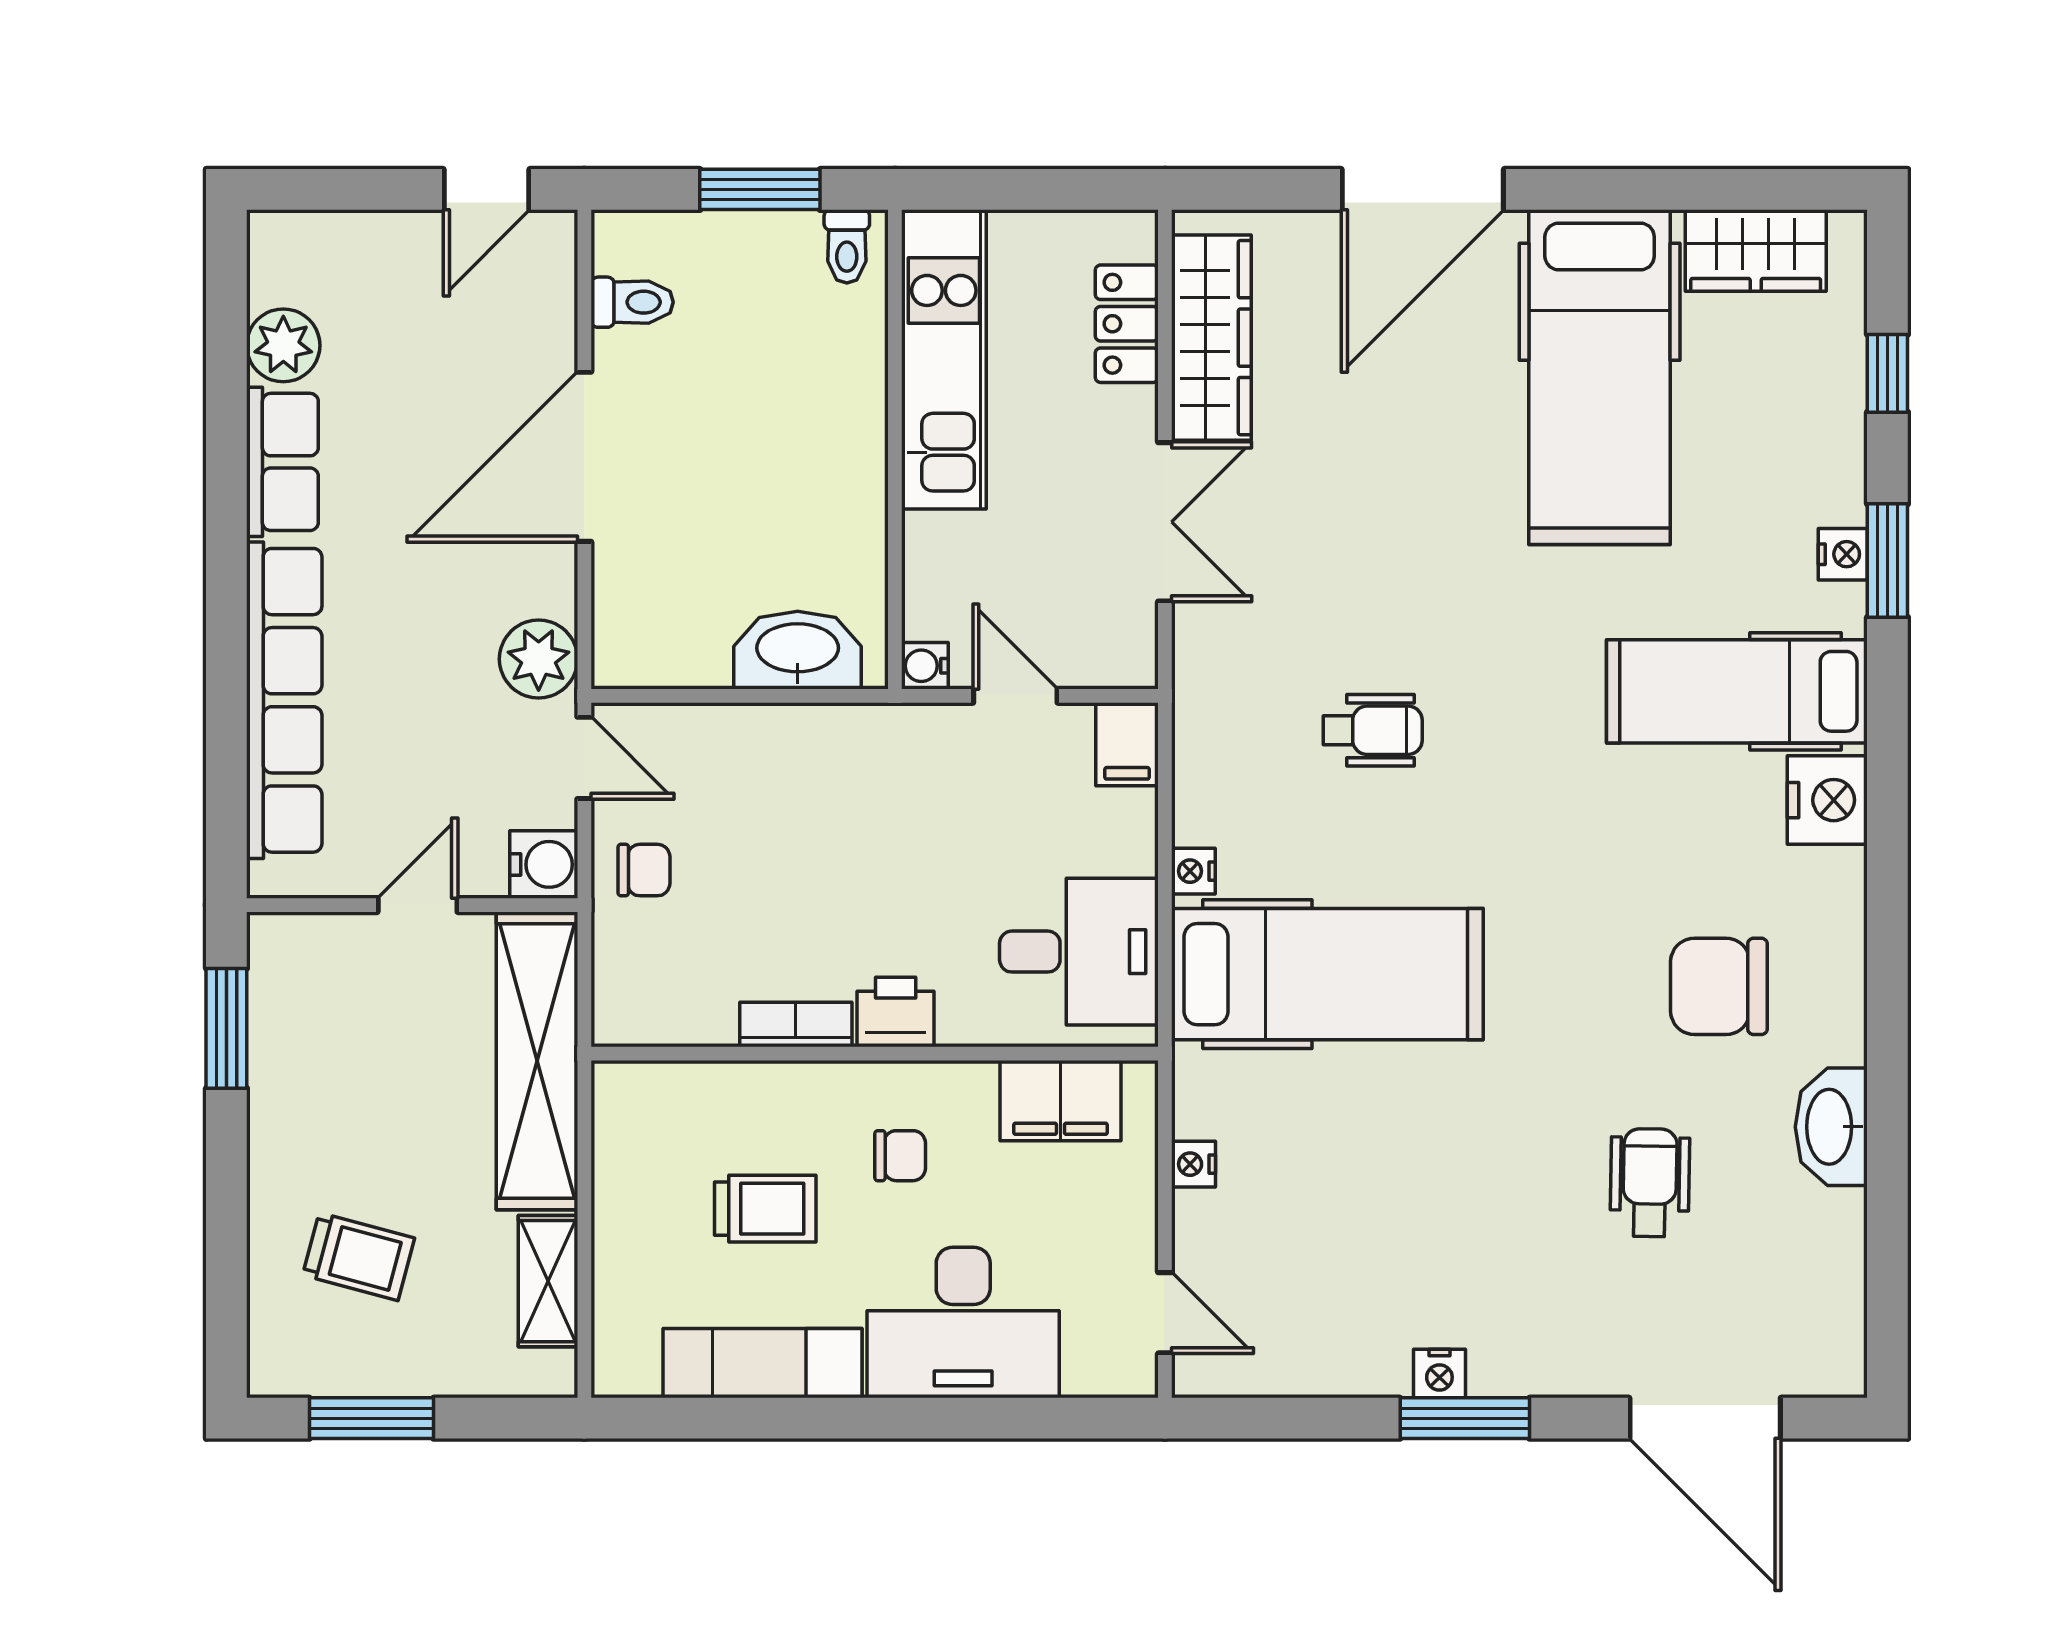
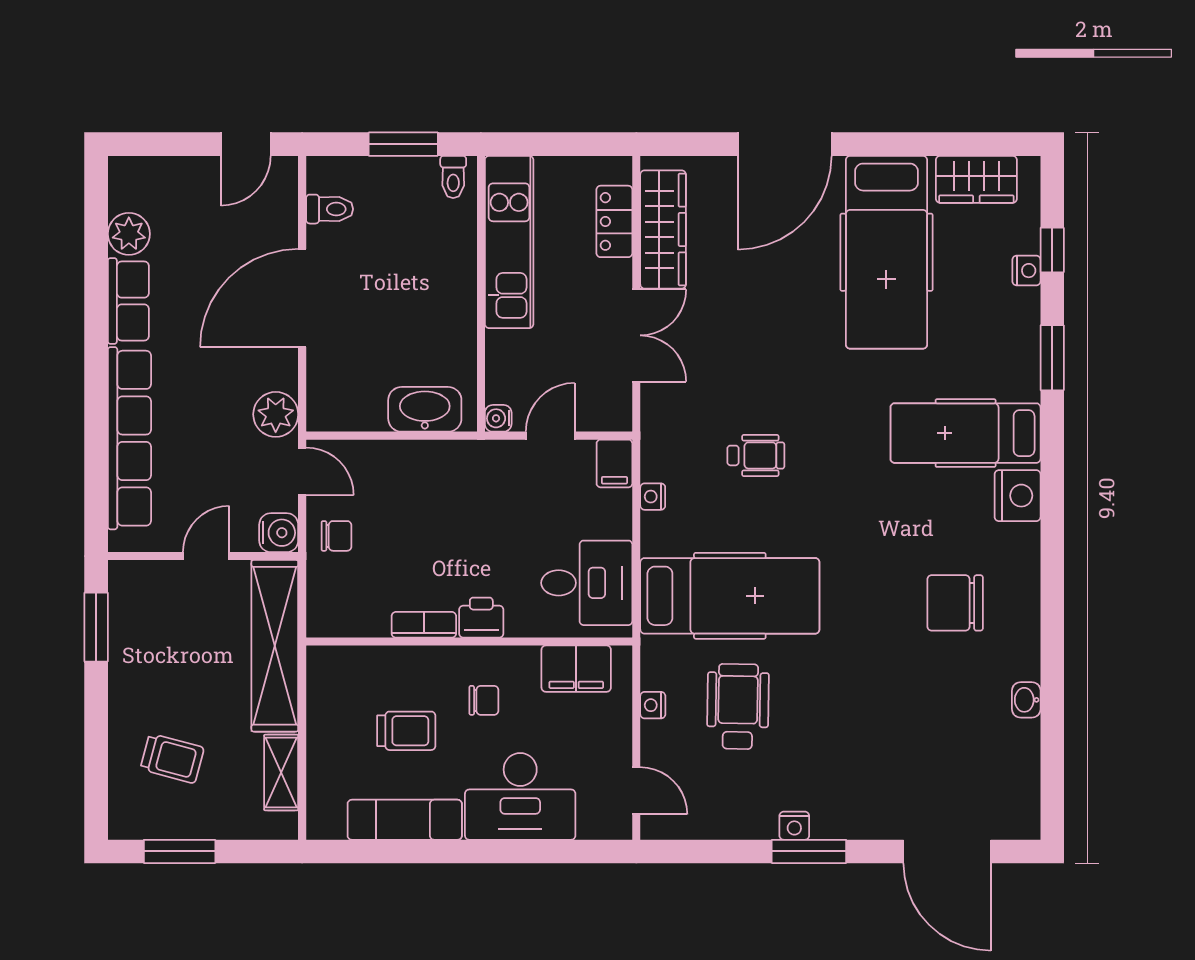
nightstand: (1843, 554) -> (1026, 271), moved
door: (1015, 696) -> (550, 436), hinge flipped
nightstand: (1193, 871) -> (653, 497), moved
washbasin: (1831, 1127) -> (1026, 700), width x0.52, depth x0.69
wheelchair: (1650, 1183) -> (738, 707), moved, width x1.36, depth x1.37

